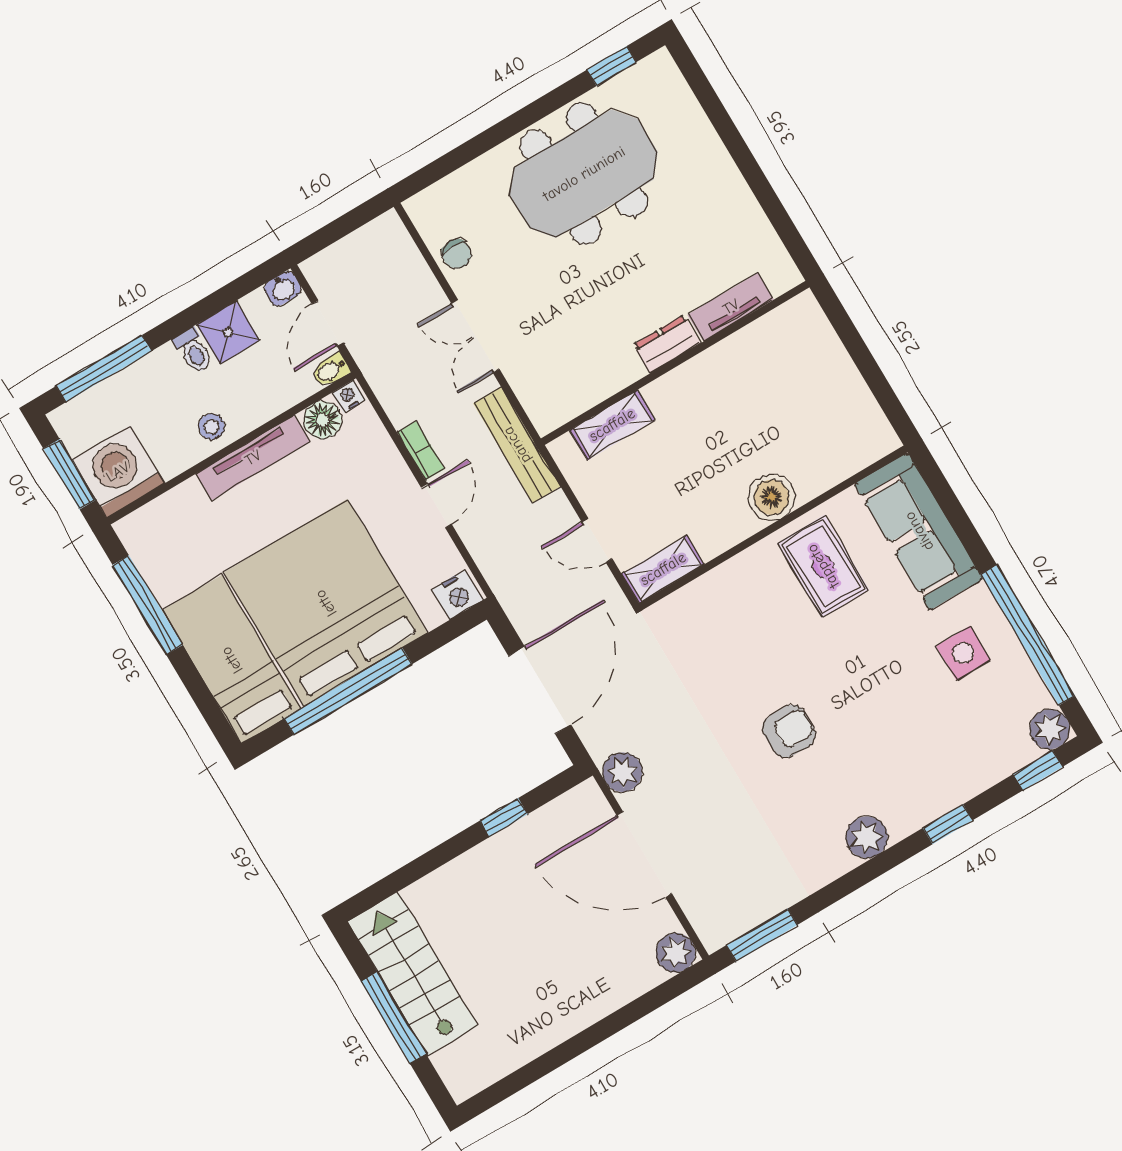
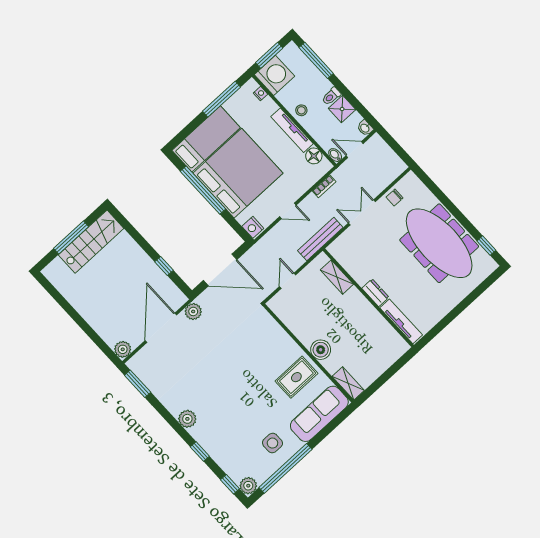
meeting table: (584, 174) -> (439, 243), width x1.36
tv unit: (731, 307) -> (401, 321), width x1.41
nightstand: (349, 396) -> (260, 94), moved
bookcase: (421, 450) -> (324, 186), moved
shelving: (663, 569) -> (348, 383), moved
armchair: (789, 731) -> (225, 377), removed

